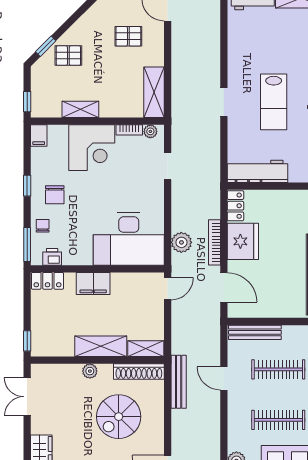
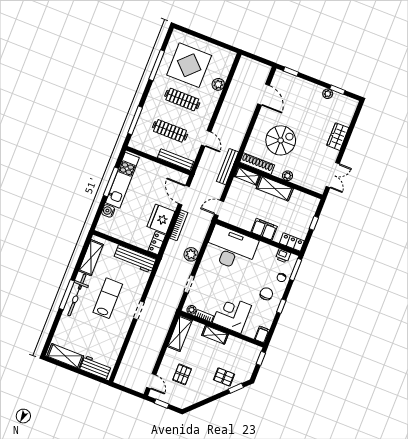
pallet: (128, 36) -> (182, 374), turned 90
shelving: (80, 109) -> (215, 335), moved
plant: (181, 242) -> (191, 254), moved
window: (27, 341) -> (314, 223), moved
bench: (179, 382) -> (227, 167), moved

